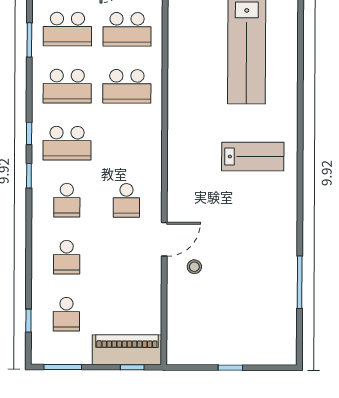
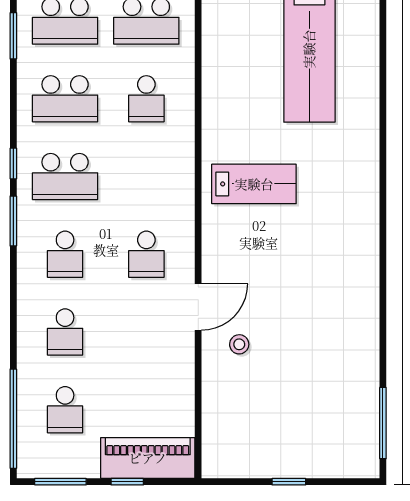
school desk: (127, 86) -> (146, 99), width x0.54
lab bench: (253, 157) -> (254, 184), moved
window: (29, 176) -> (13, 221), width x1.50
window: (300, 282) -> (383, 423), moved
window: (28, 321) -> (13, 419), width x3.17
window: (132, 367) -> (127, 482), moved

